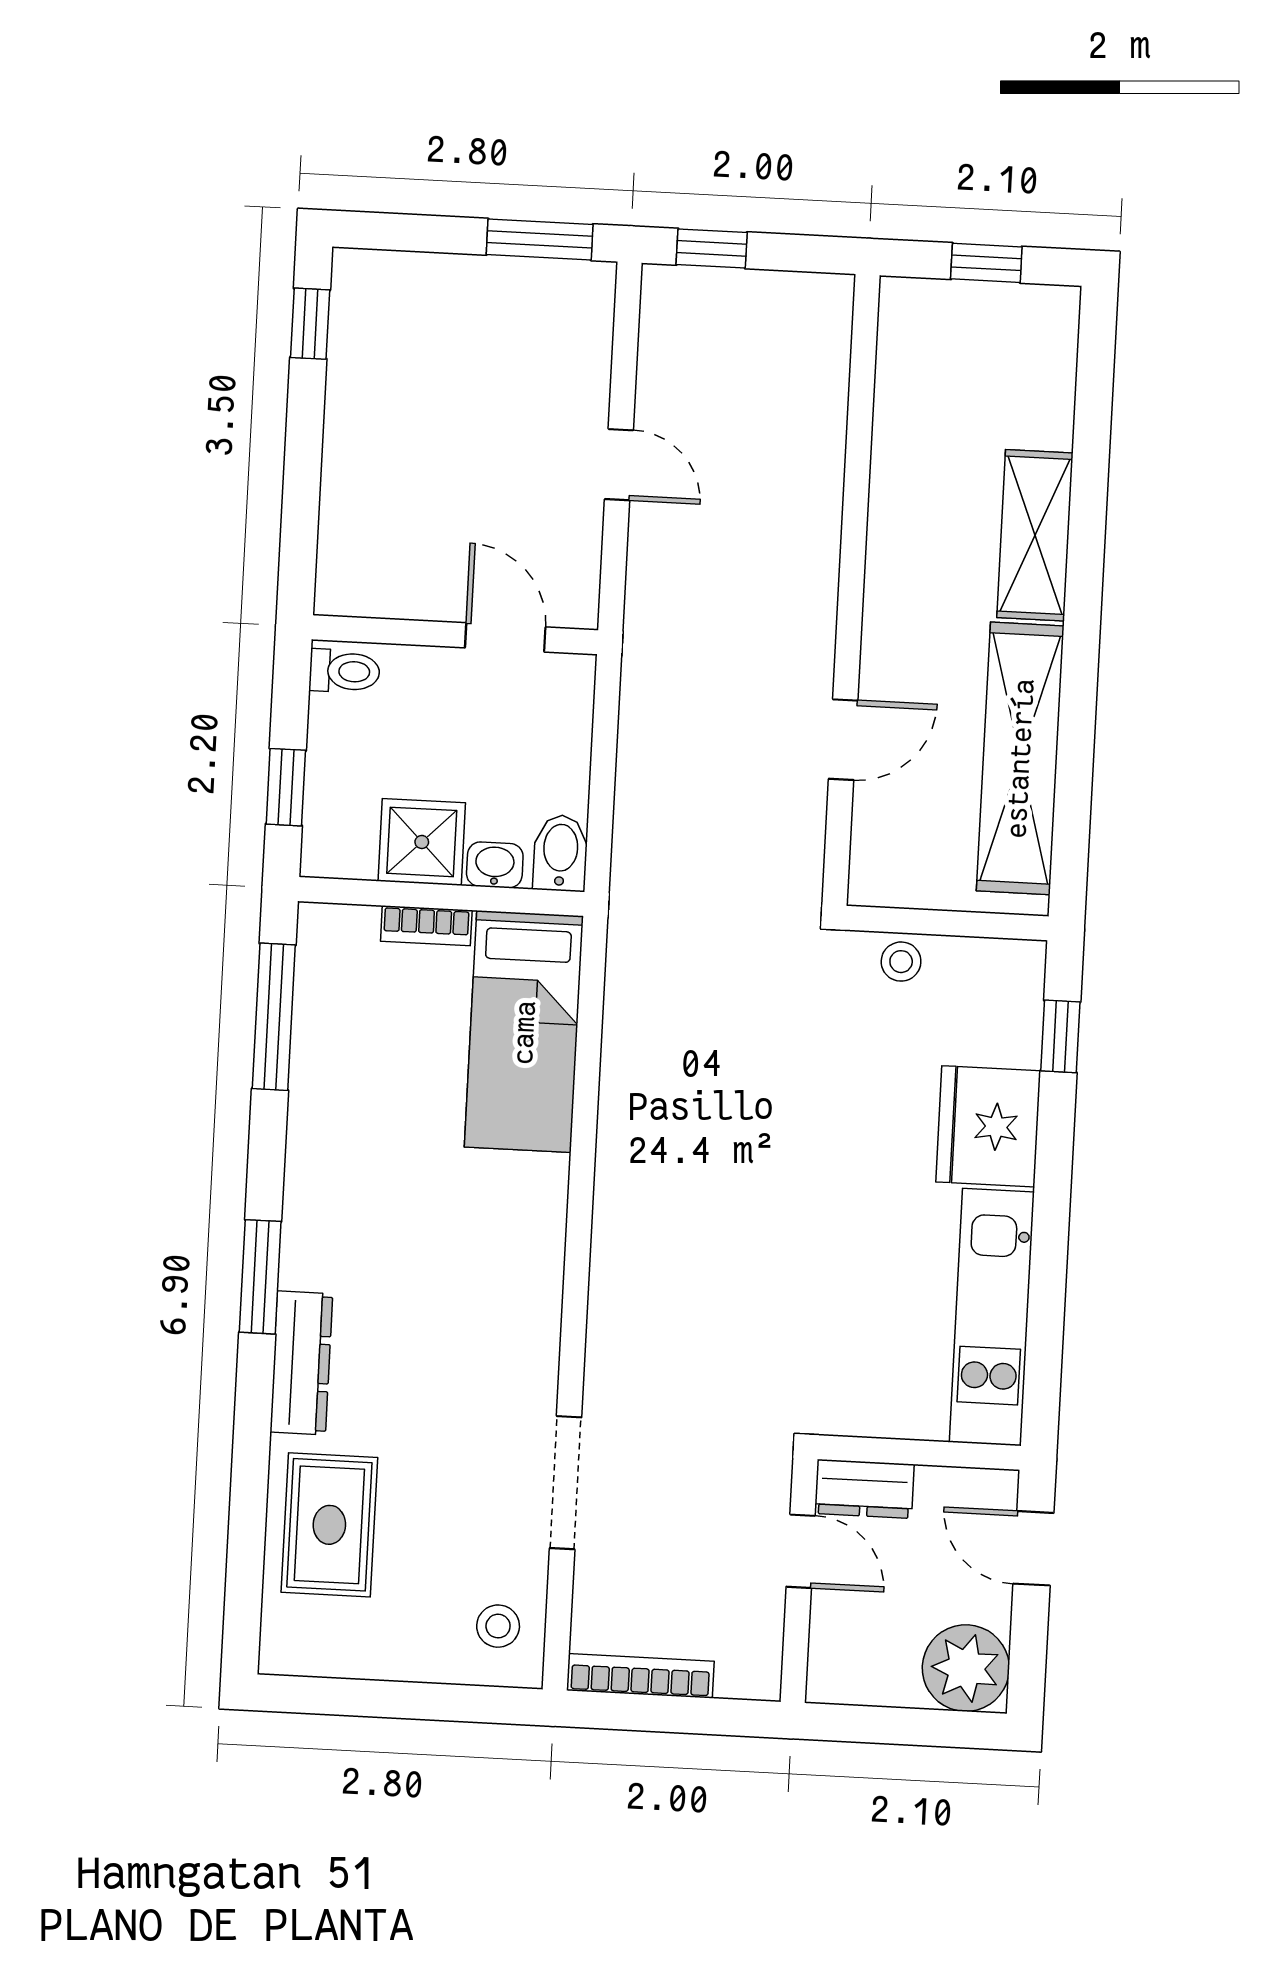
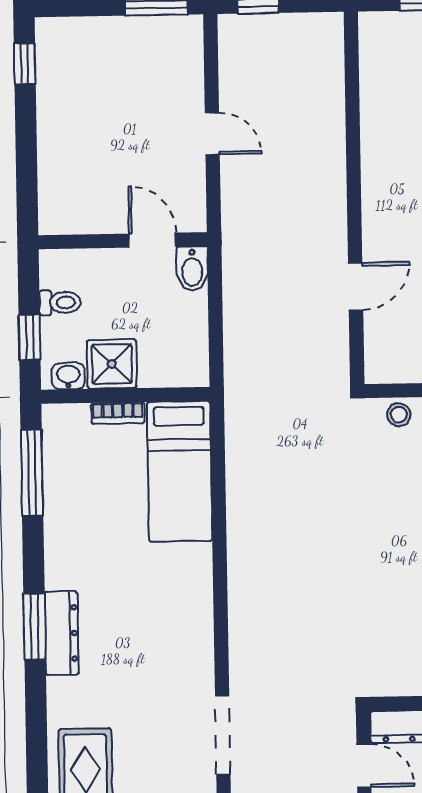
toilet: (345, 671) -> (60, 303), moved
bidet: (560, 853) -> (192, 269), moved, turned 180
washbasin: (495, 865) -> (68, 376), moved
dresser: (301, 1363) -> (62, 633), moved

